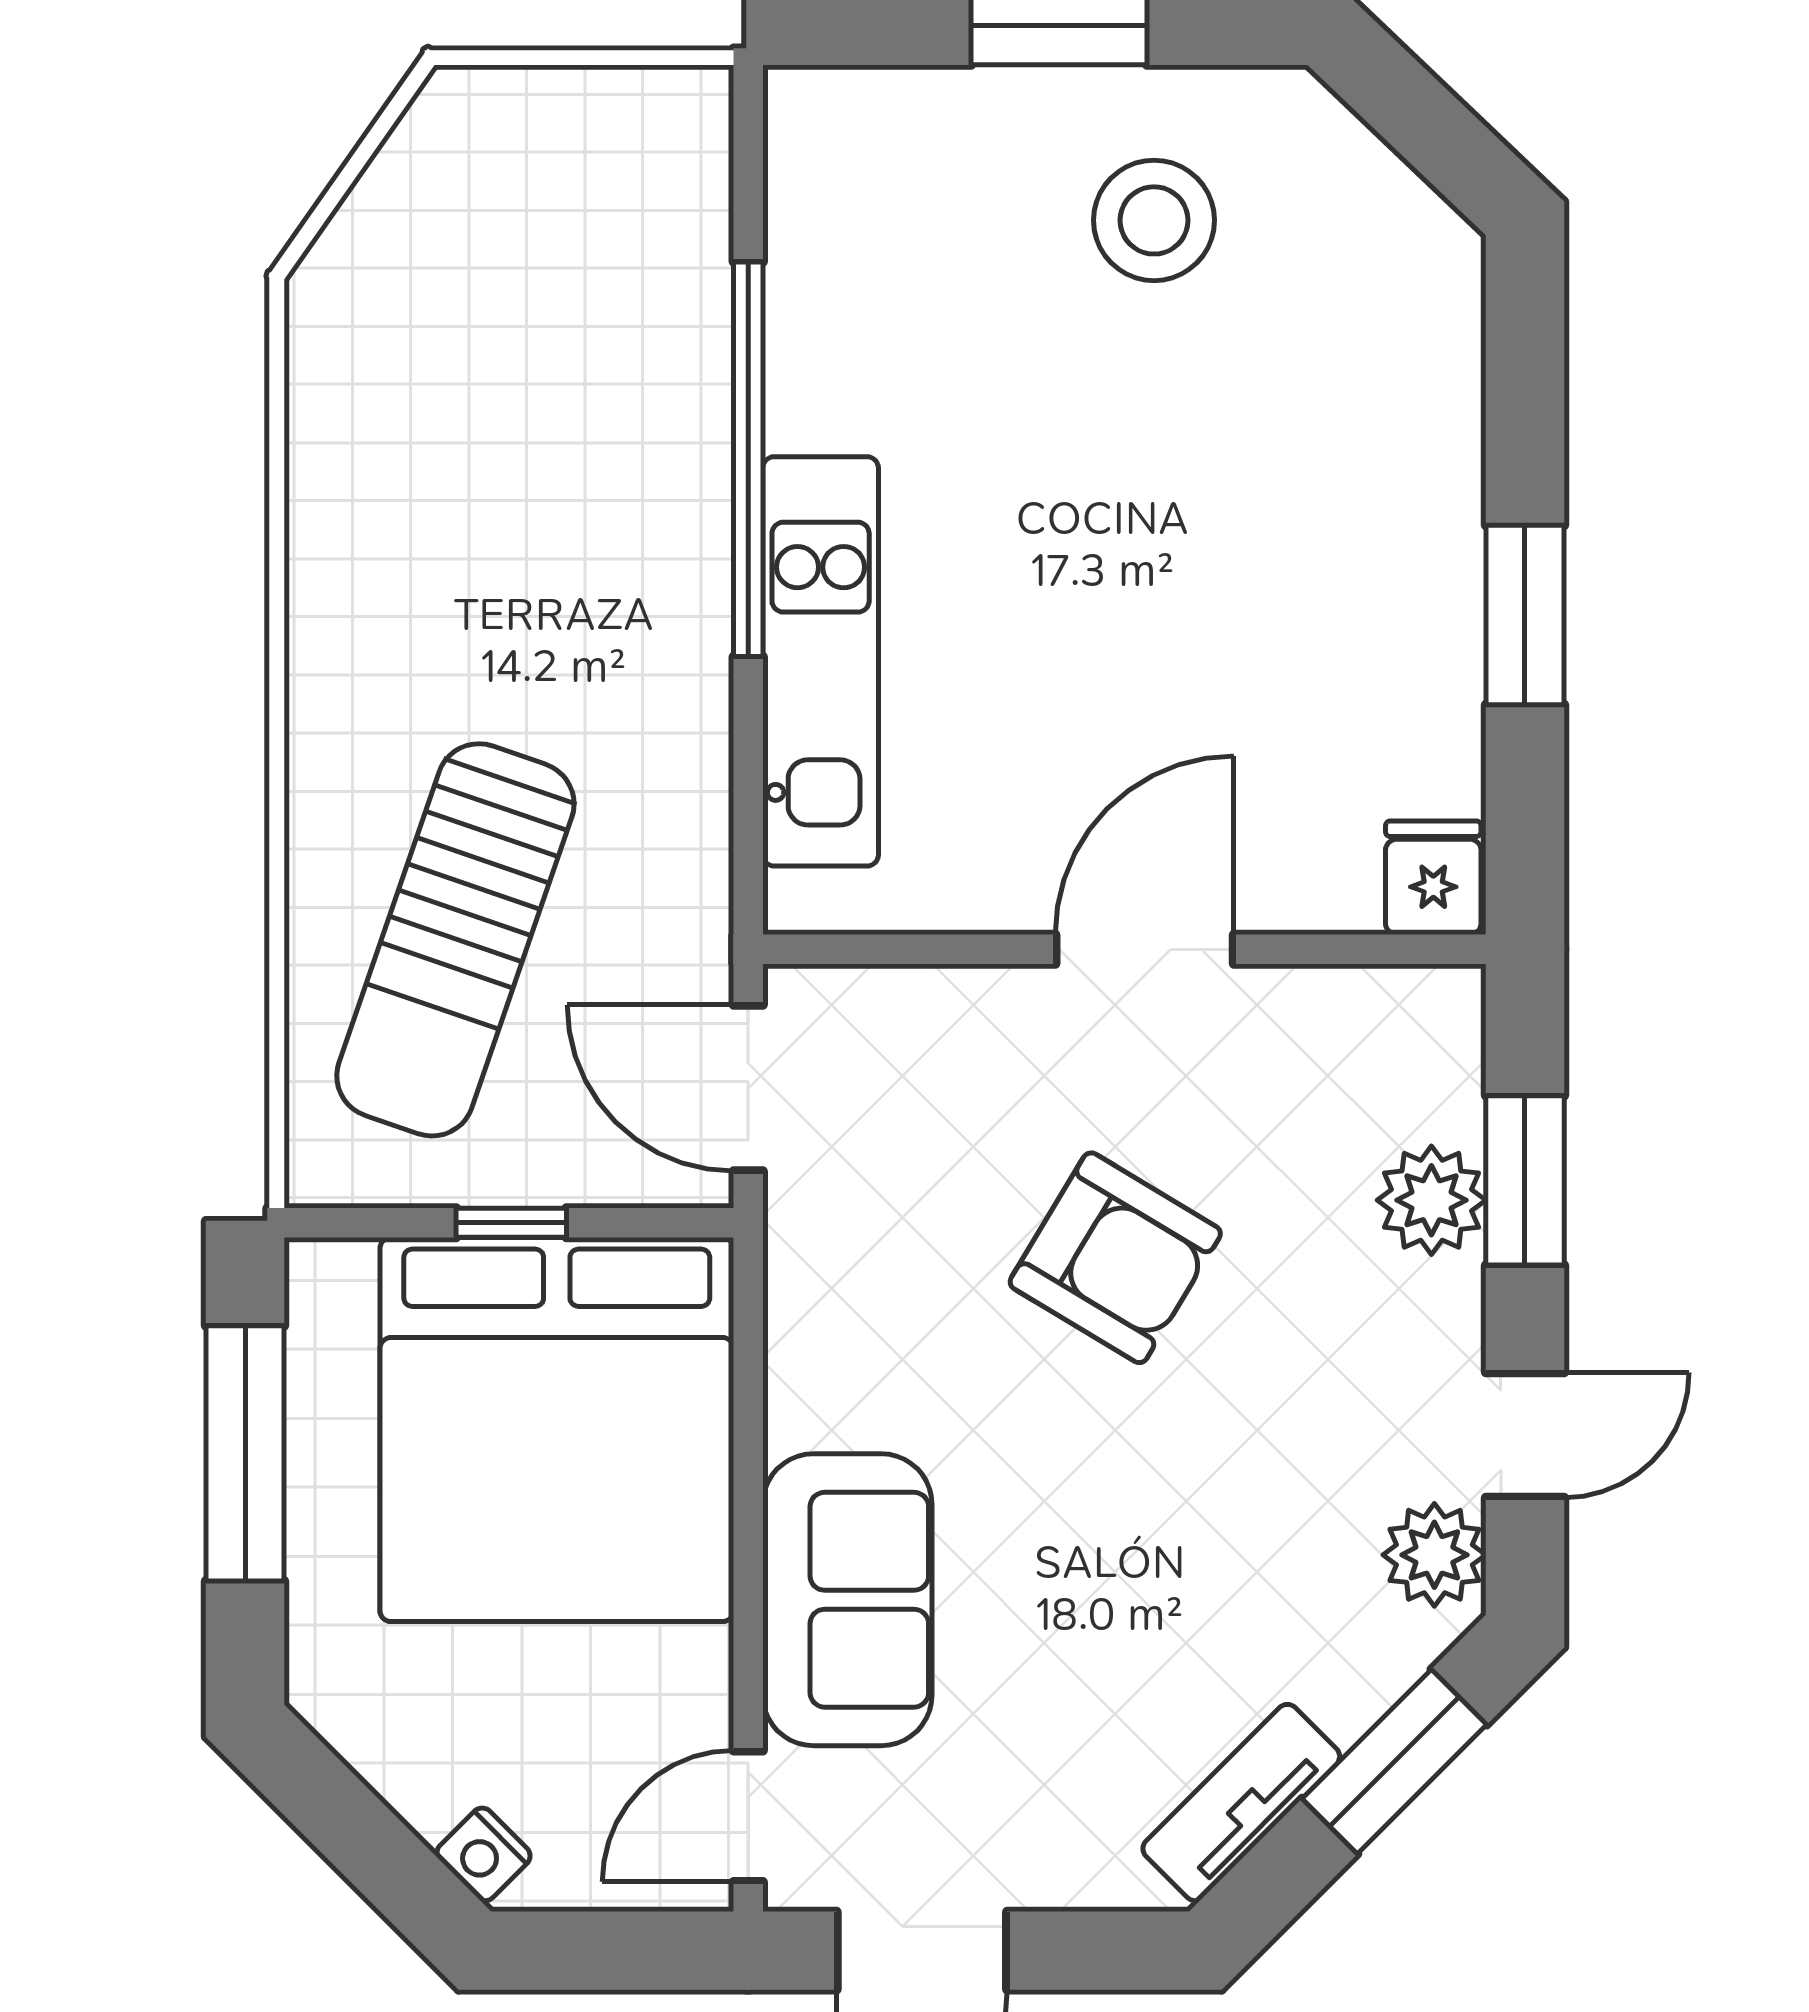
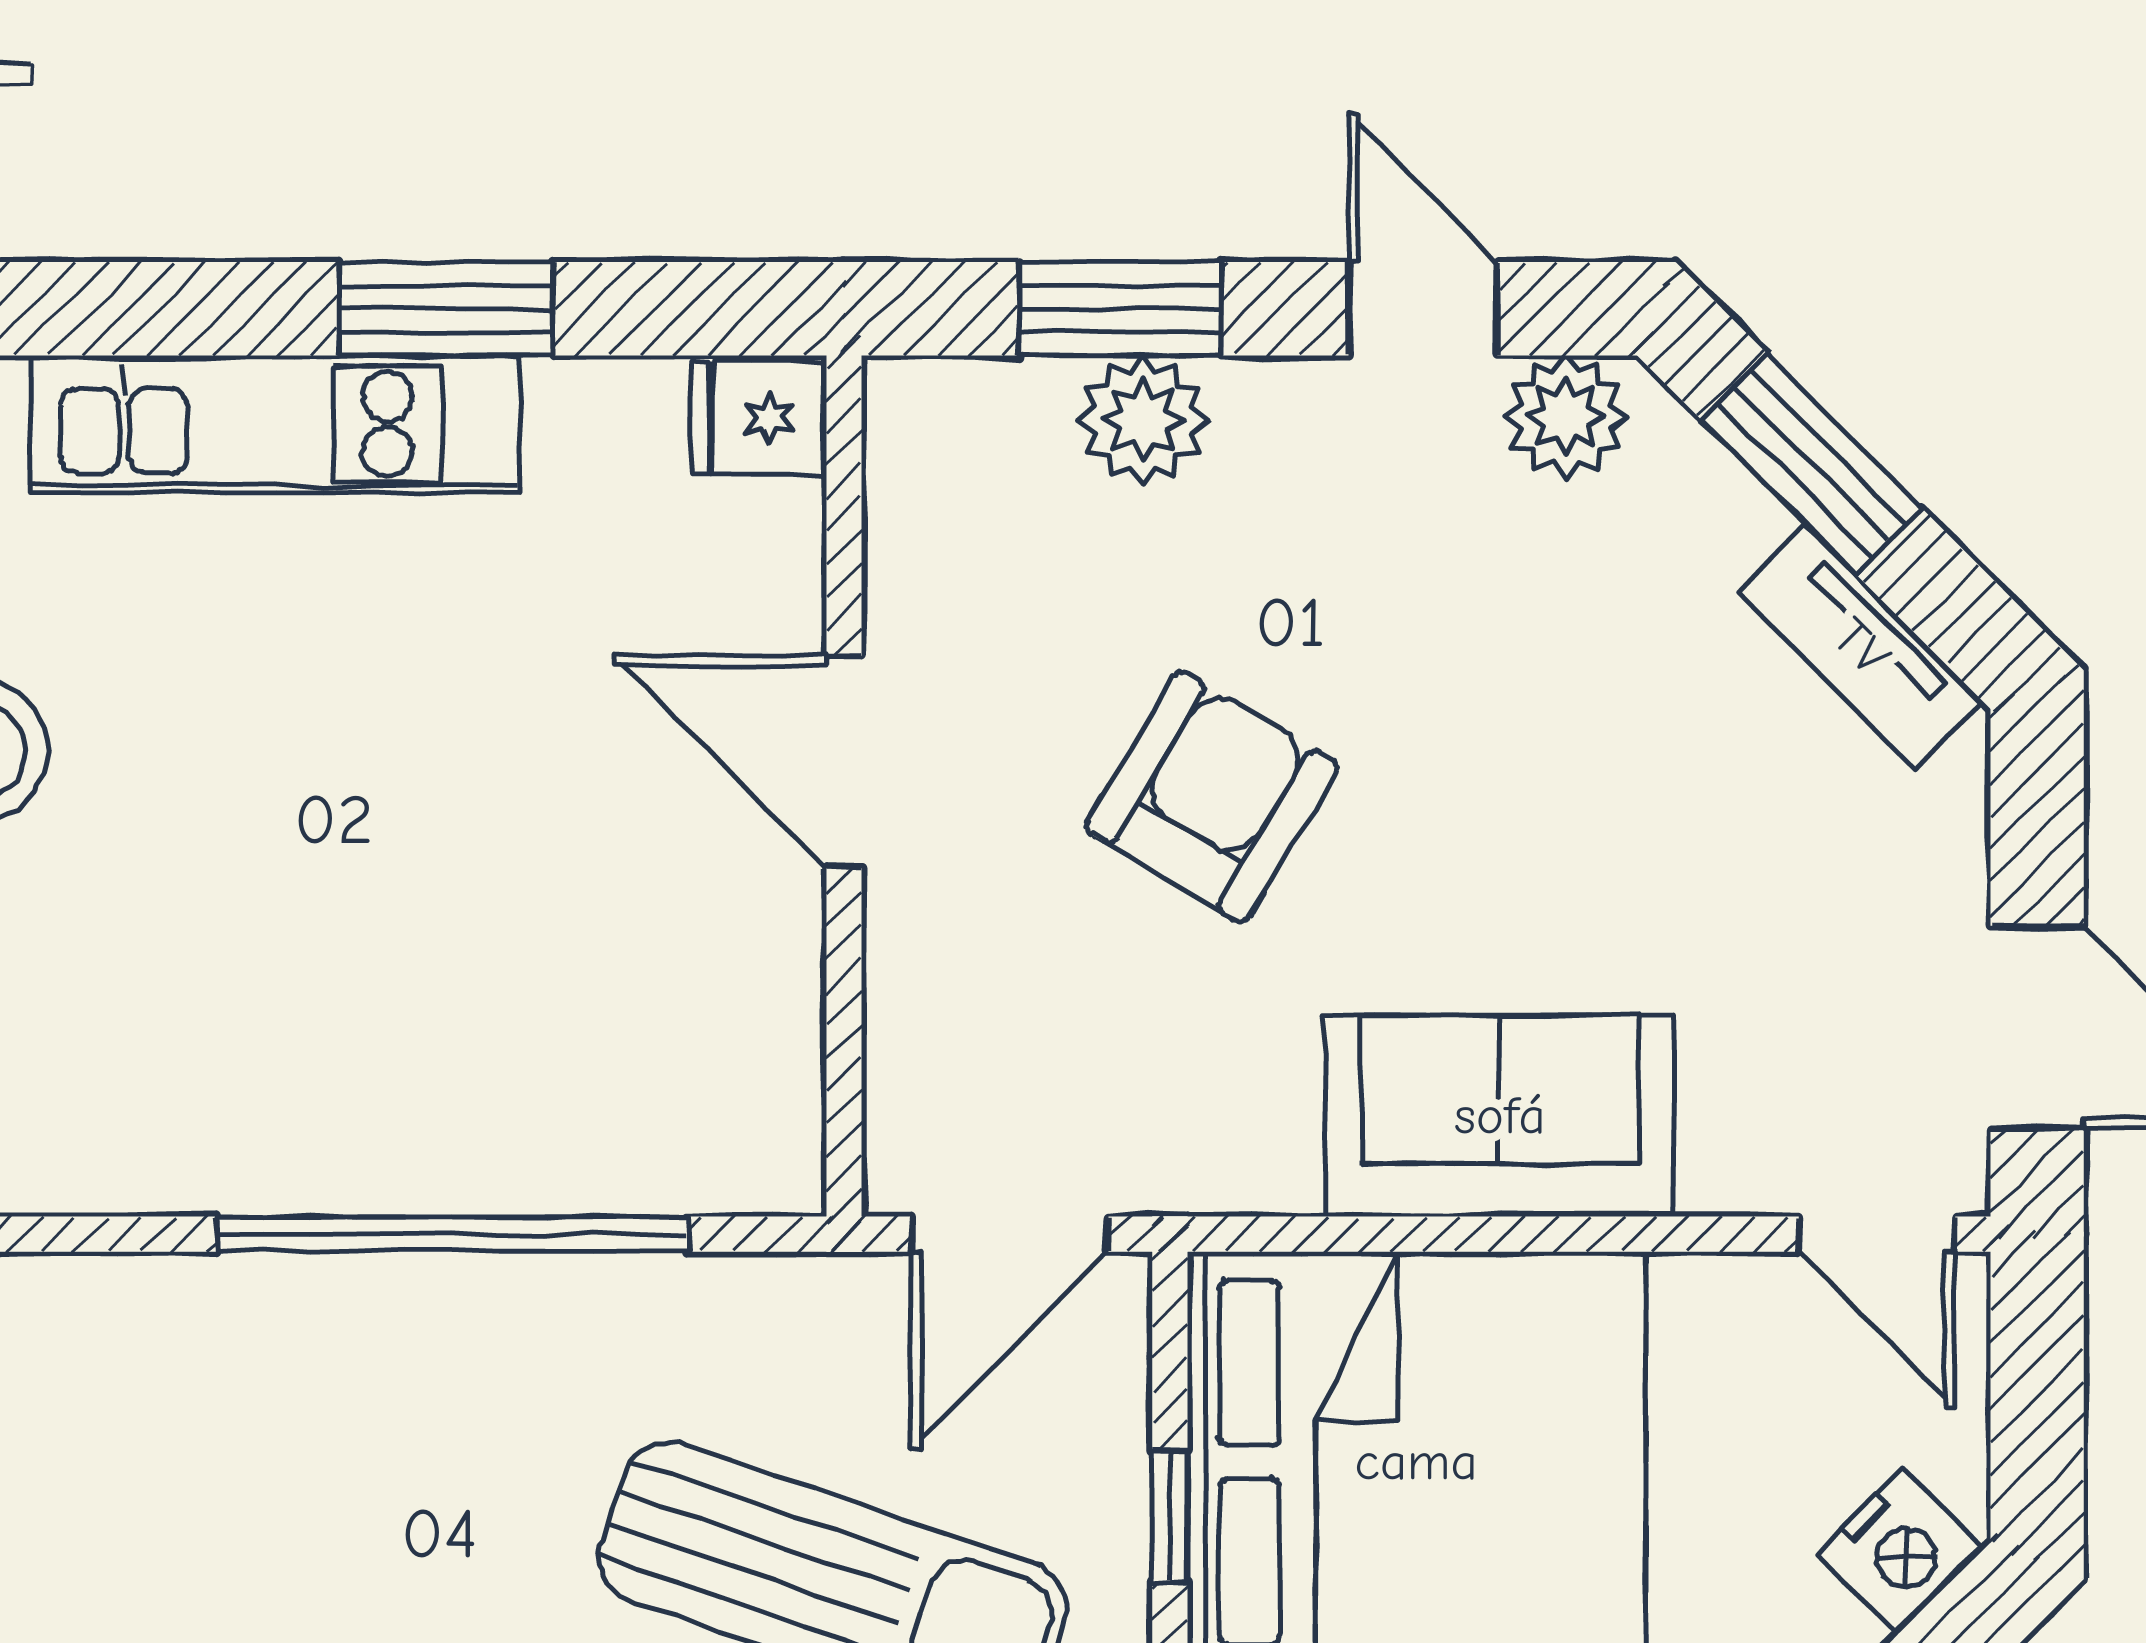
window: (748, 459) -> (452, 1234), moved
kitchen unit: (821, 661) -> (275, 424), moved, turned 180
sofa: (847, 1600) -> (1500, 1116), moved
nightstand: (484, 1854) -> (1900, 1551), width x1.39, depth x1.35

